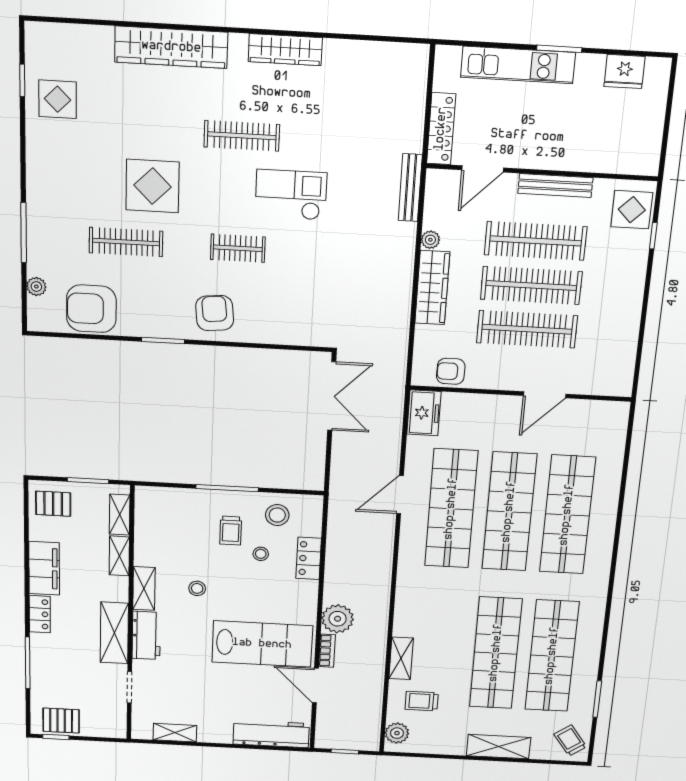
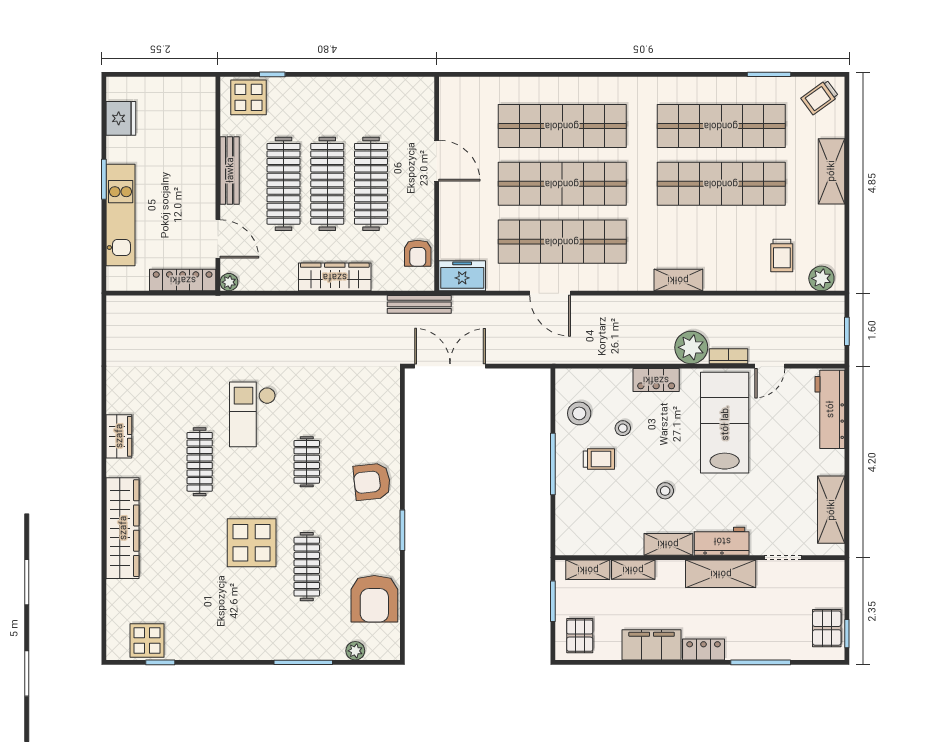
wardrobe: (285, 50) -> (119, 436), width x0.67
display table: (58, 99) -> (147, 641), moved
bench: (410, 188) -> (419, 304), moved
plant: (430, 240) -> (229, 282), moved
locker: (309, 558) -> (656, 380), moved
shelving: (401, 658) -> (678, 280), moved
door: (315, 686) -> (770, 366), width x0.73
shelving: (175, 733) -> (831, 510), width x1.50, depth x1.33

